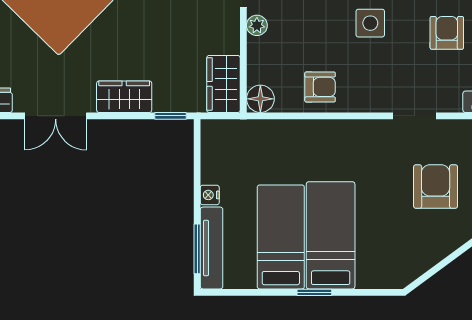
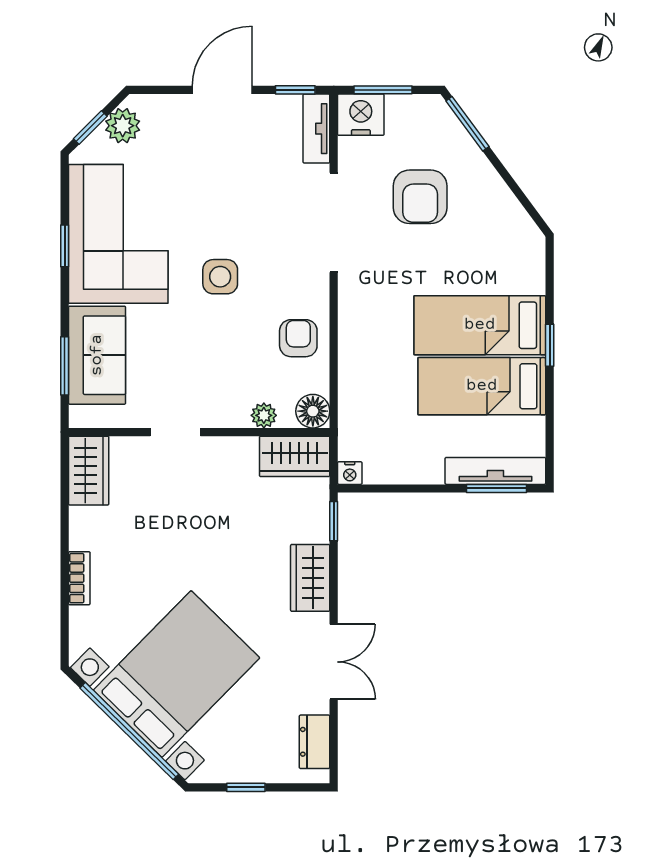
plant: (257, 25) -> (264, 415), moved
armchair: (447, 33) -> (232, 183), removed
doorway: (414, 116) -> (334, 223), width x1.87
armchair: (436, 187) -> (420, 197), turned -90
nightstand: (210, 195) -> (350, 473), moved

